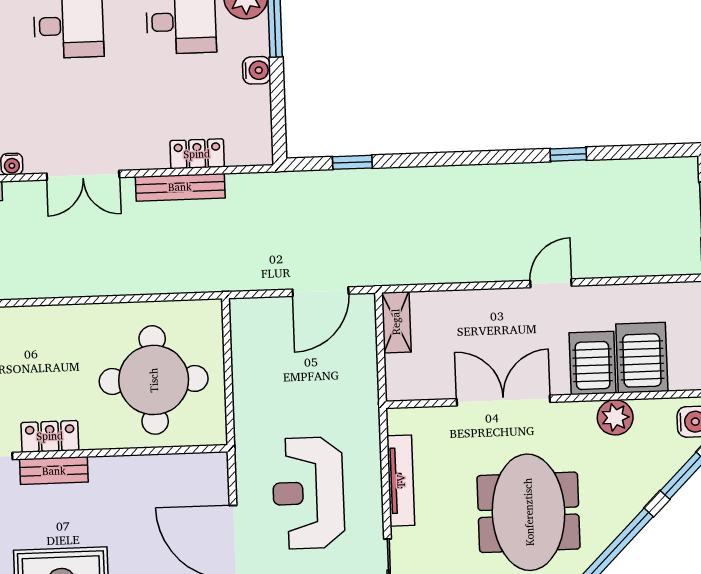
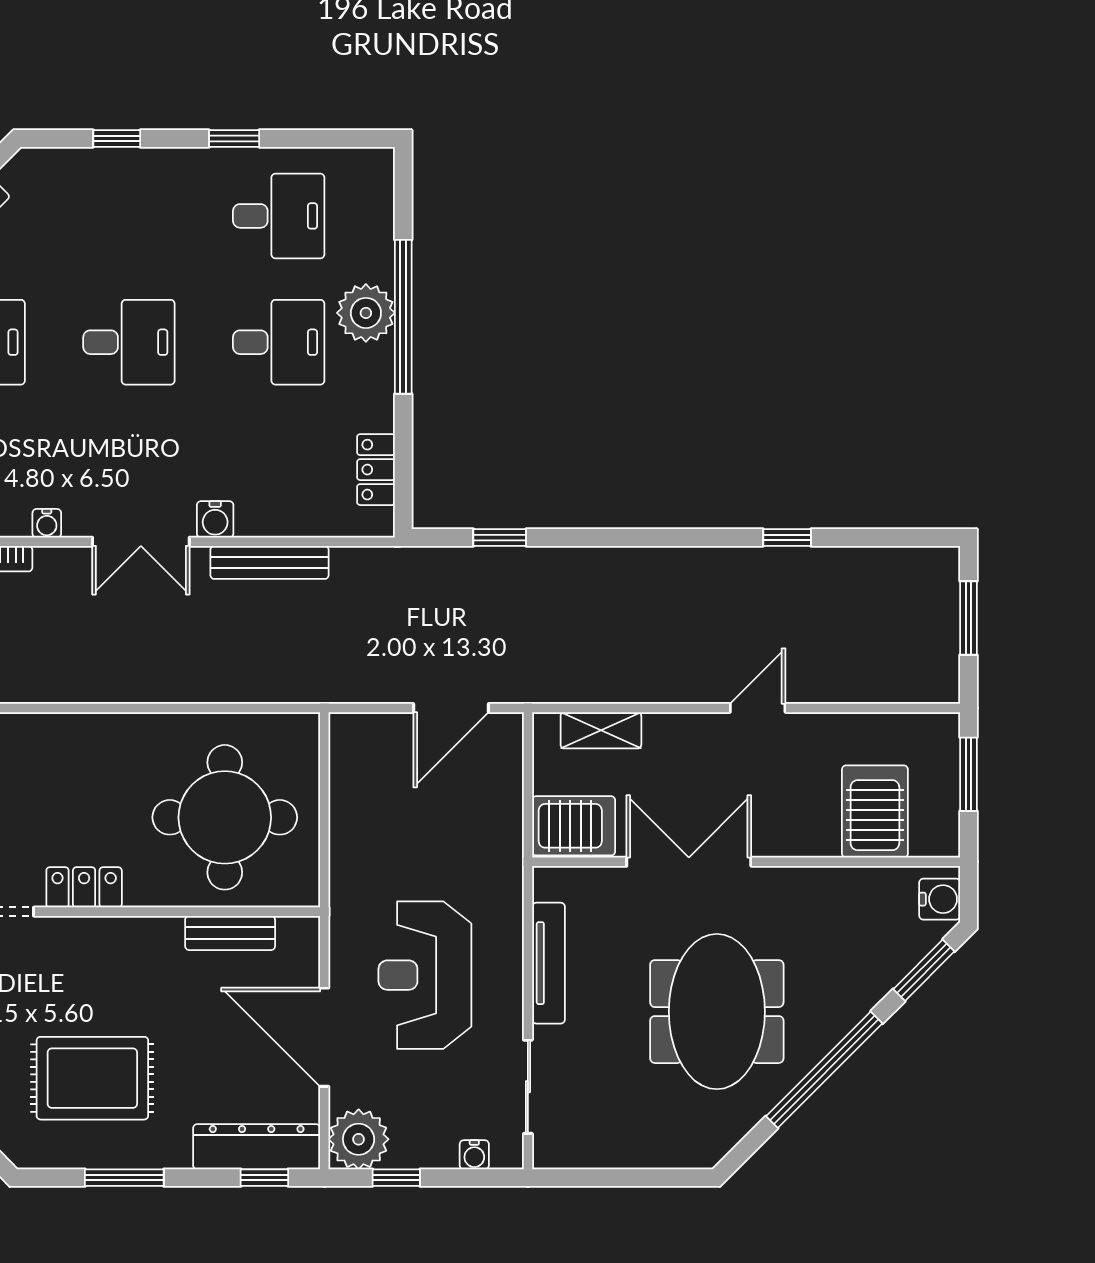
water cooler: (257, 70) -> (215, 519), moved, turned 90
locker: (197, 154) -> (376, 470), moved, turned -90
shelving: (396, 322) -> (601, 730), moved, turned 90
server rack: (592, 363) -> (574, 826), moved, turned 90
plant: (615, 417) -> (837, 890), removed
bench: (54, 471) -> (230, 933), moved

